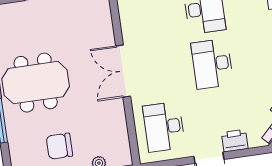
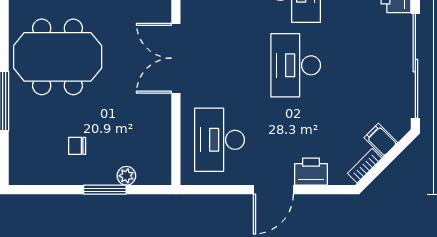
chair: (59, 146) -> (77, 146), width x0.54, depth x0.54

